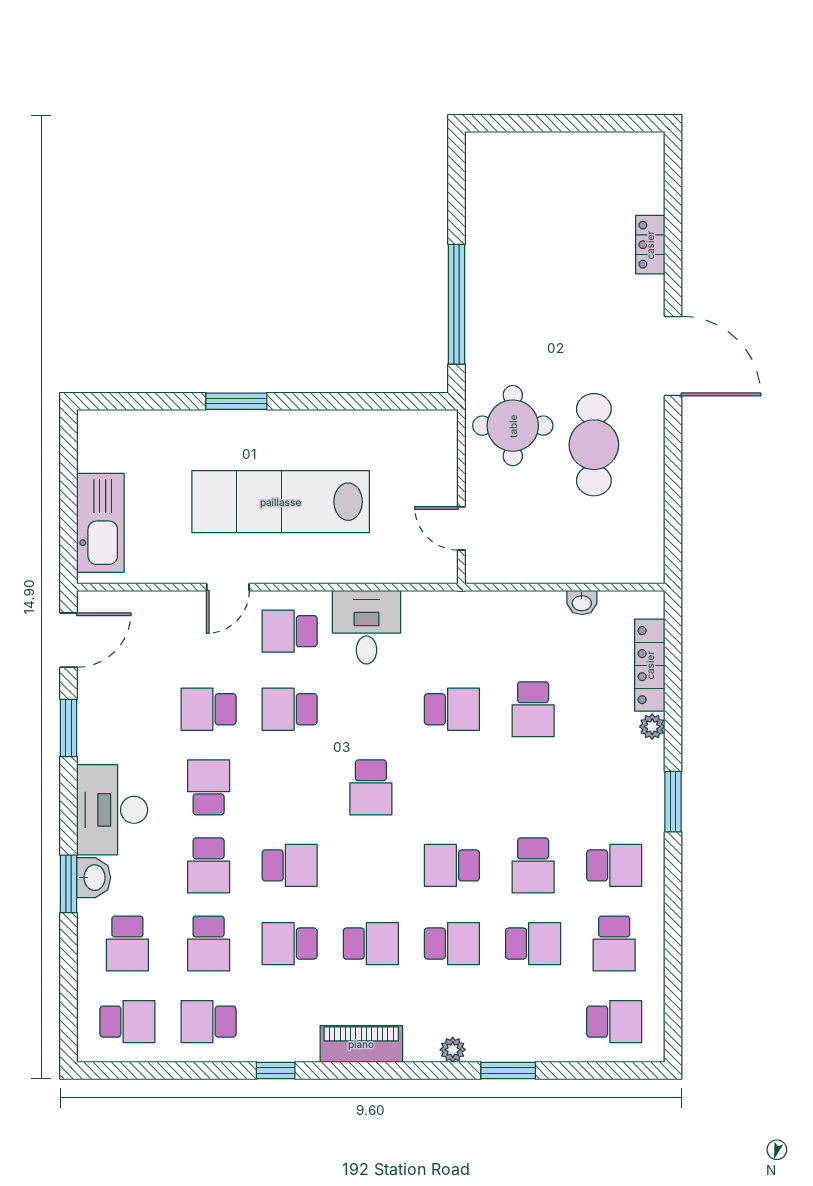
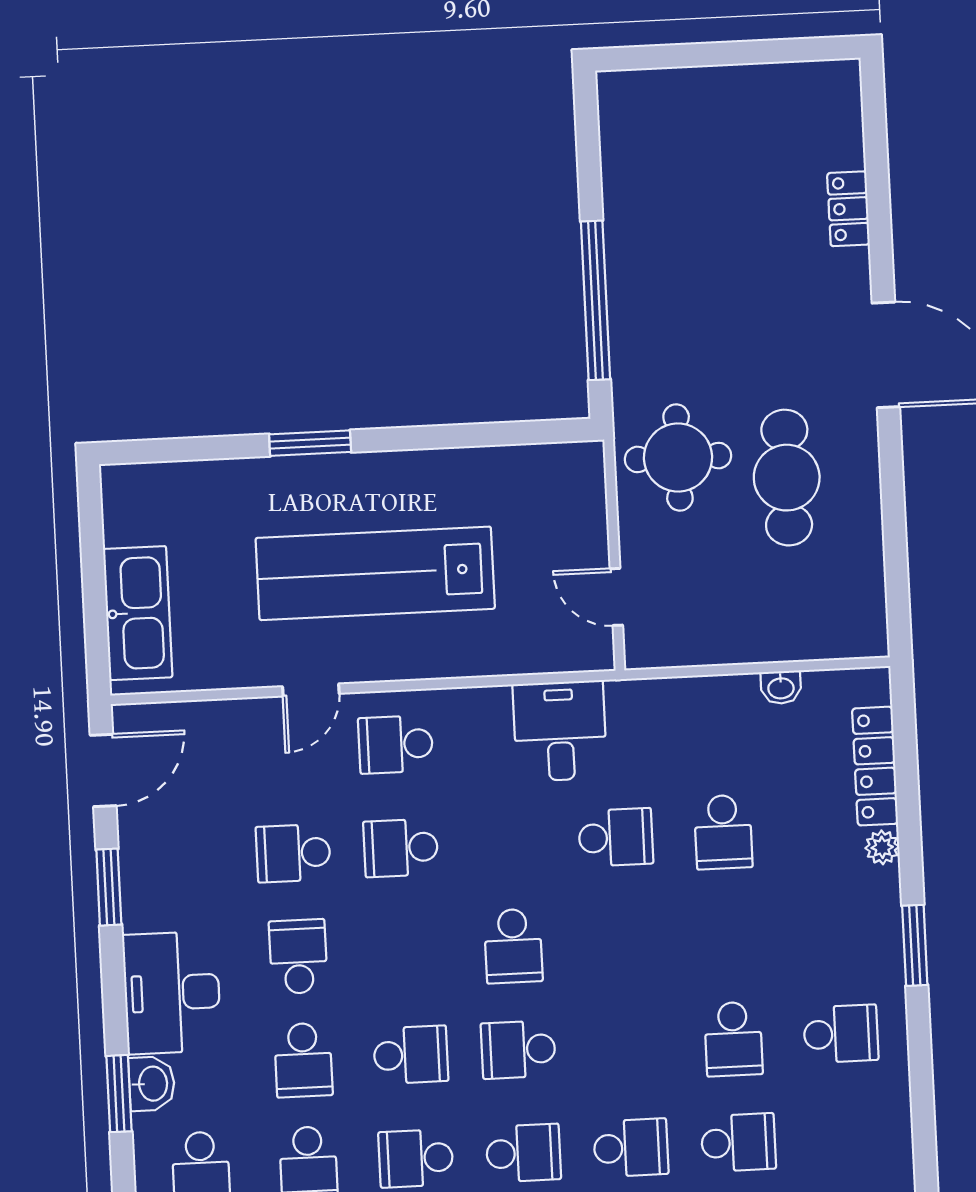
desk: (366, 627) -> (560, 731), moved
school desk: (452, 865) -> (518, 1050), moved
school desk: (614, 944) -> (846, 1137), removed

